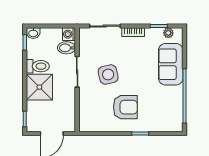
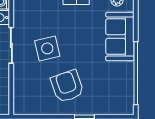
armchair: (125, 107) -> (67, 86), turned -109

